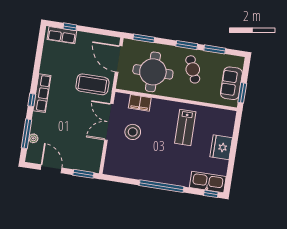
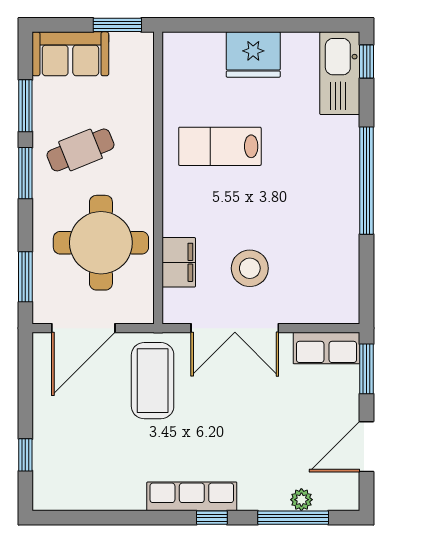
row of seats: (62, 35) -> (327, 348), moved, turned 90
sofa: (231, 83) -> (70, 54), moved
lab bench: (185, 127) -> (220, 146), turned 180

